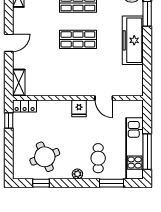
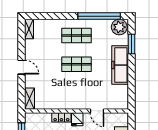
door: (9, 43) -> (22, 67), hinge flipped
locker: (25, 106) -> (61, 117), moved

